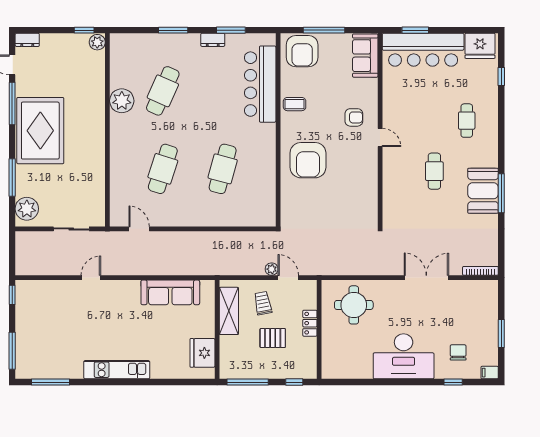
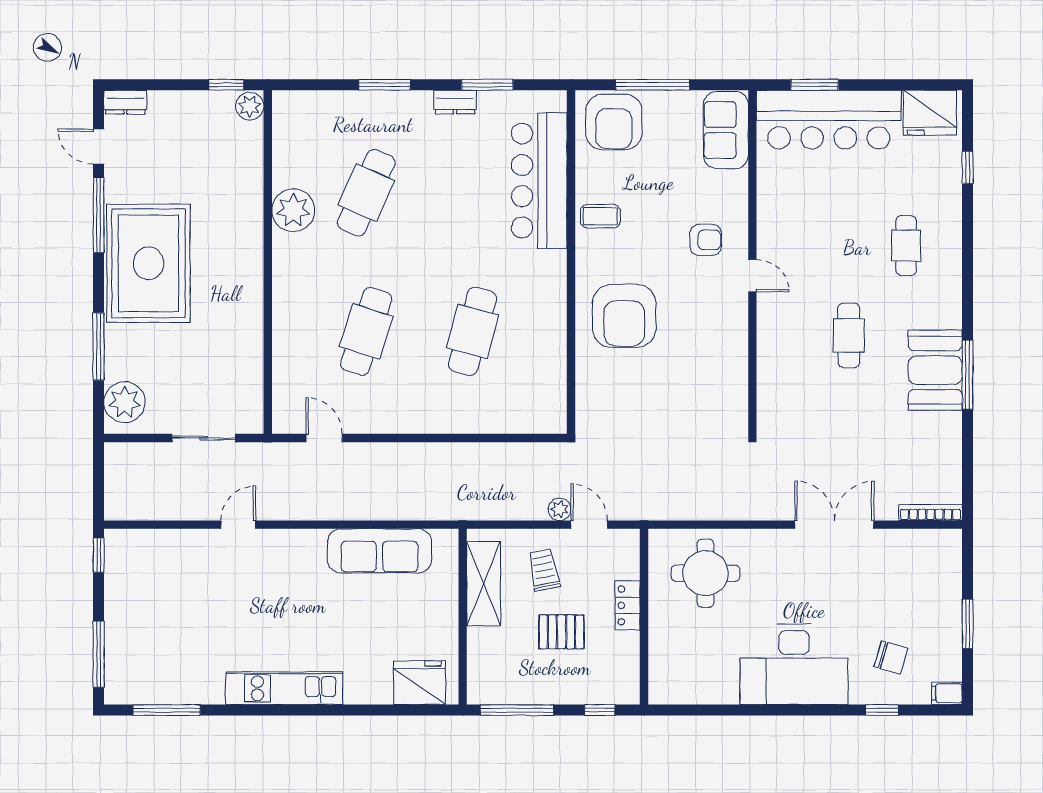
chair: (458, 352) -> (891, 657), turned 106
fridge: (202, 353) -> (420, 683), moved, turned 90

